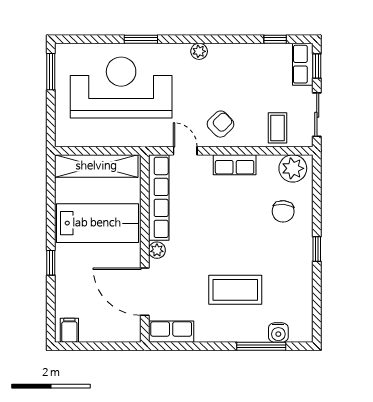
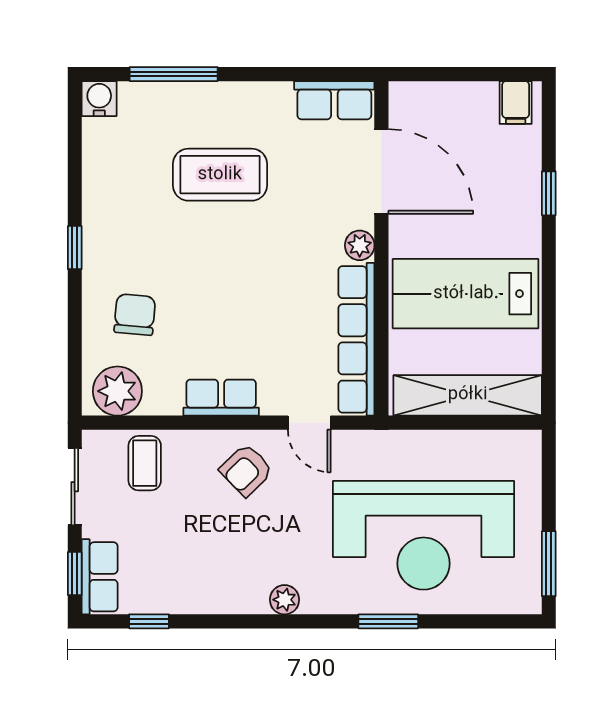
window: (51, 263) -> (549, 193), moved
water cooler: (278, 333) -> (99, 99), moved

